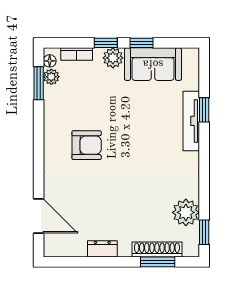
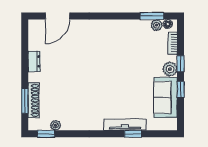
armchair: (87, 145) -> (108, 50), removed
plant: (186, 212) -> (56, 125), width x0.53, depth x0.53

